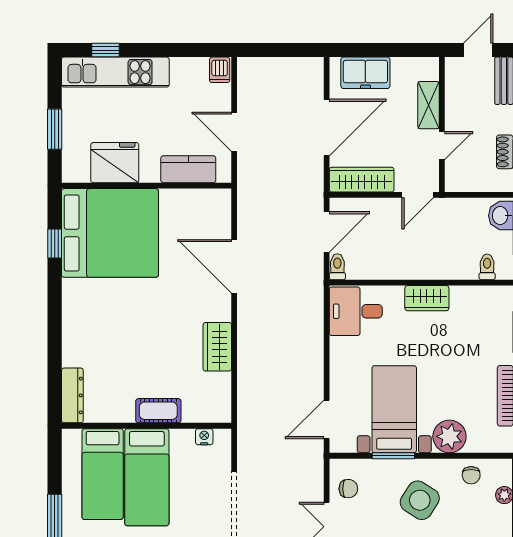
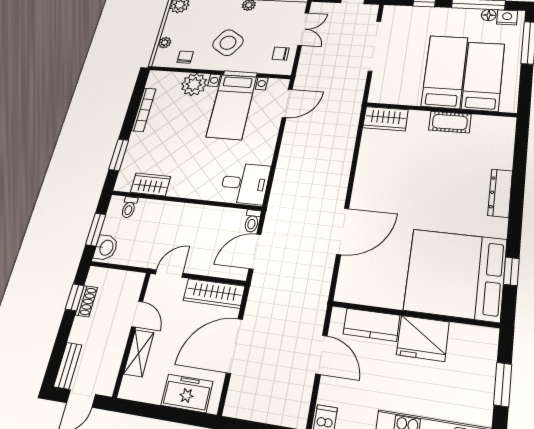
door: (442, 146) -> (137, 314), swing flipped
fridge: (115, 163) -> (423, 338), moved
door: (234, 266) -> (343, 231), hinge flipped
wardrobe: (427, 298) -> (151, 184), moved
wardrobe: (217, 347) -> (385, 119), moved, turned 90
dresser: (72, 395) -> (500, 193), moved
cot: (158, 411) -> (450, 122), moved
nightstand: (204, 437) -> (391, 98), removed

